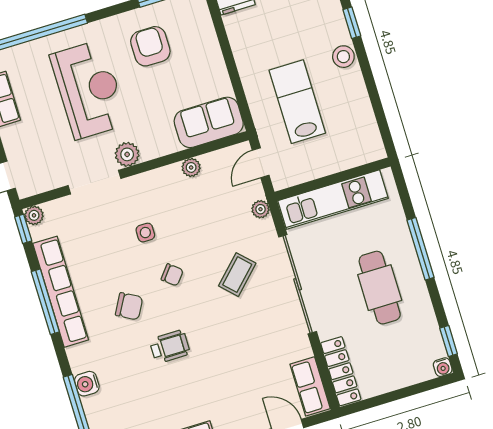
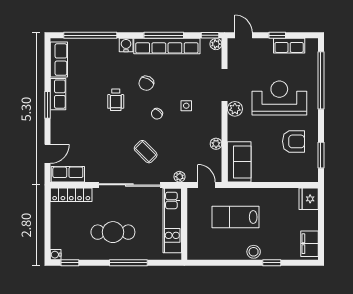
reception desk: (89, 90) -> (279, 98), turned 180
lab bench: (297, 102) -> (235, 217), turned 180
water cooler: (87, 384) -> (126, 45), moved

